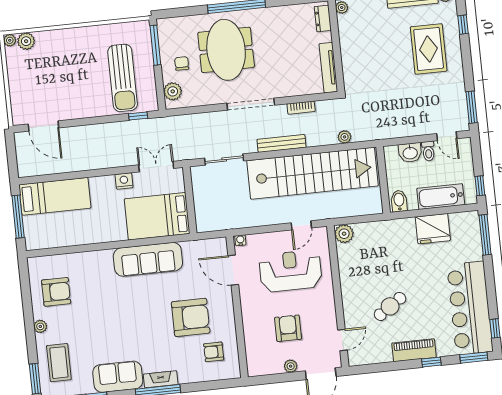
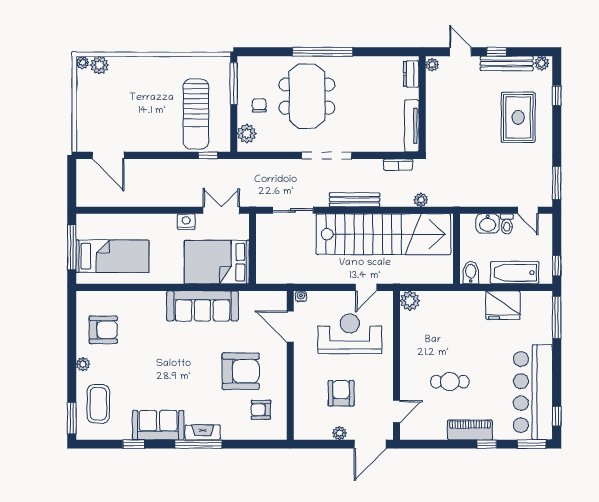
bookcase: (301, 108) -> (398, 165), moved
bed: (55, 196) -> (112, 256), moved
cafe table: (390, 306) -> (450, 382), turned 34

